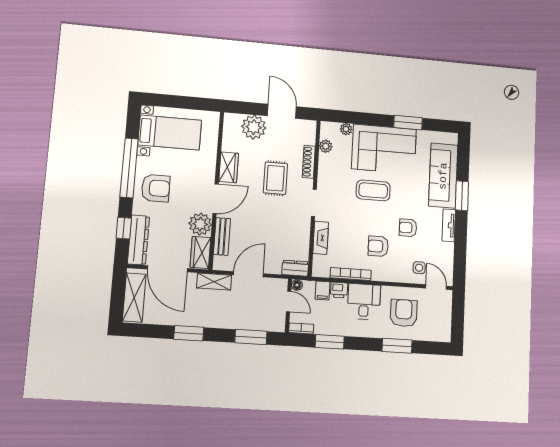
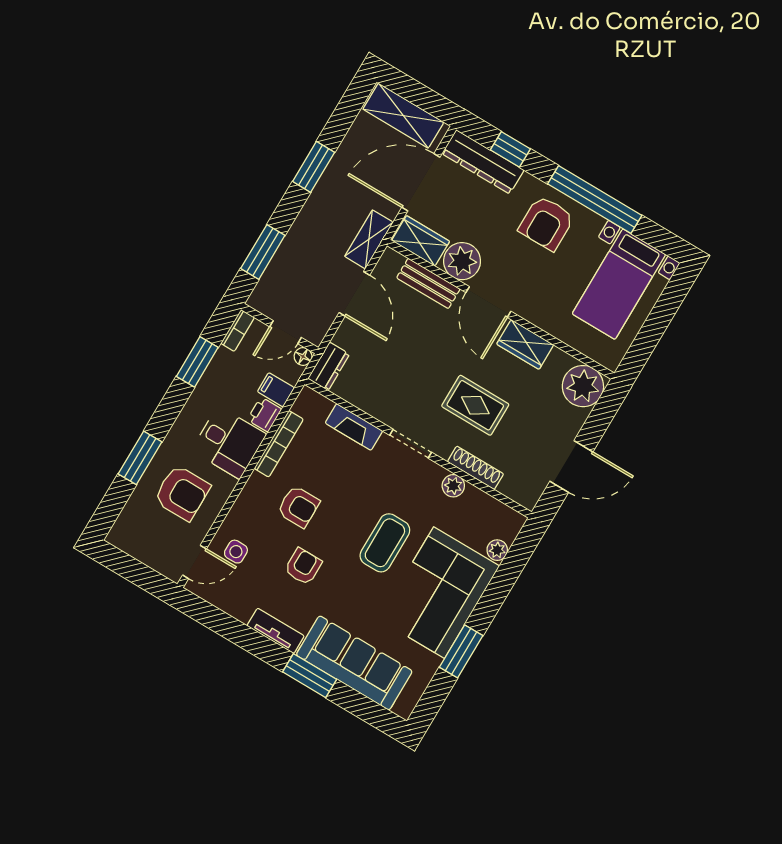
plant: (254, 127) -> (583, 386), moved
plant: (326, 146) -> (453, 486), moved
armchair: (378, 246) -> (298, 507), turned 90

